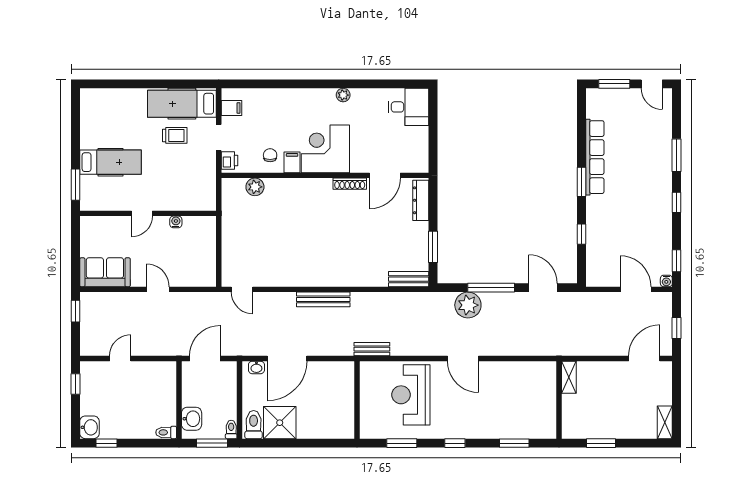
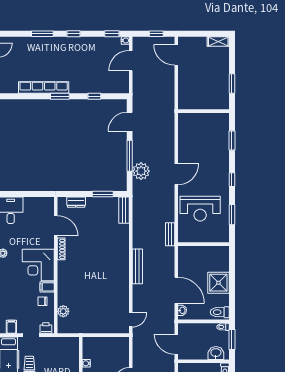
dresser: (421, 200) -> (76, 202), width x0.70
shelving: (569, 377) -> (189, 105), removed
shower: (280, 423) -> (218, 283), moved

